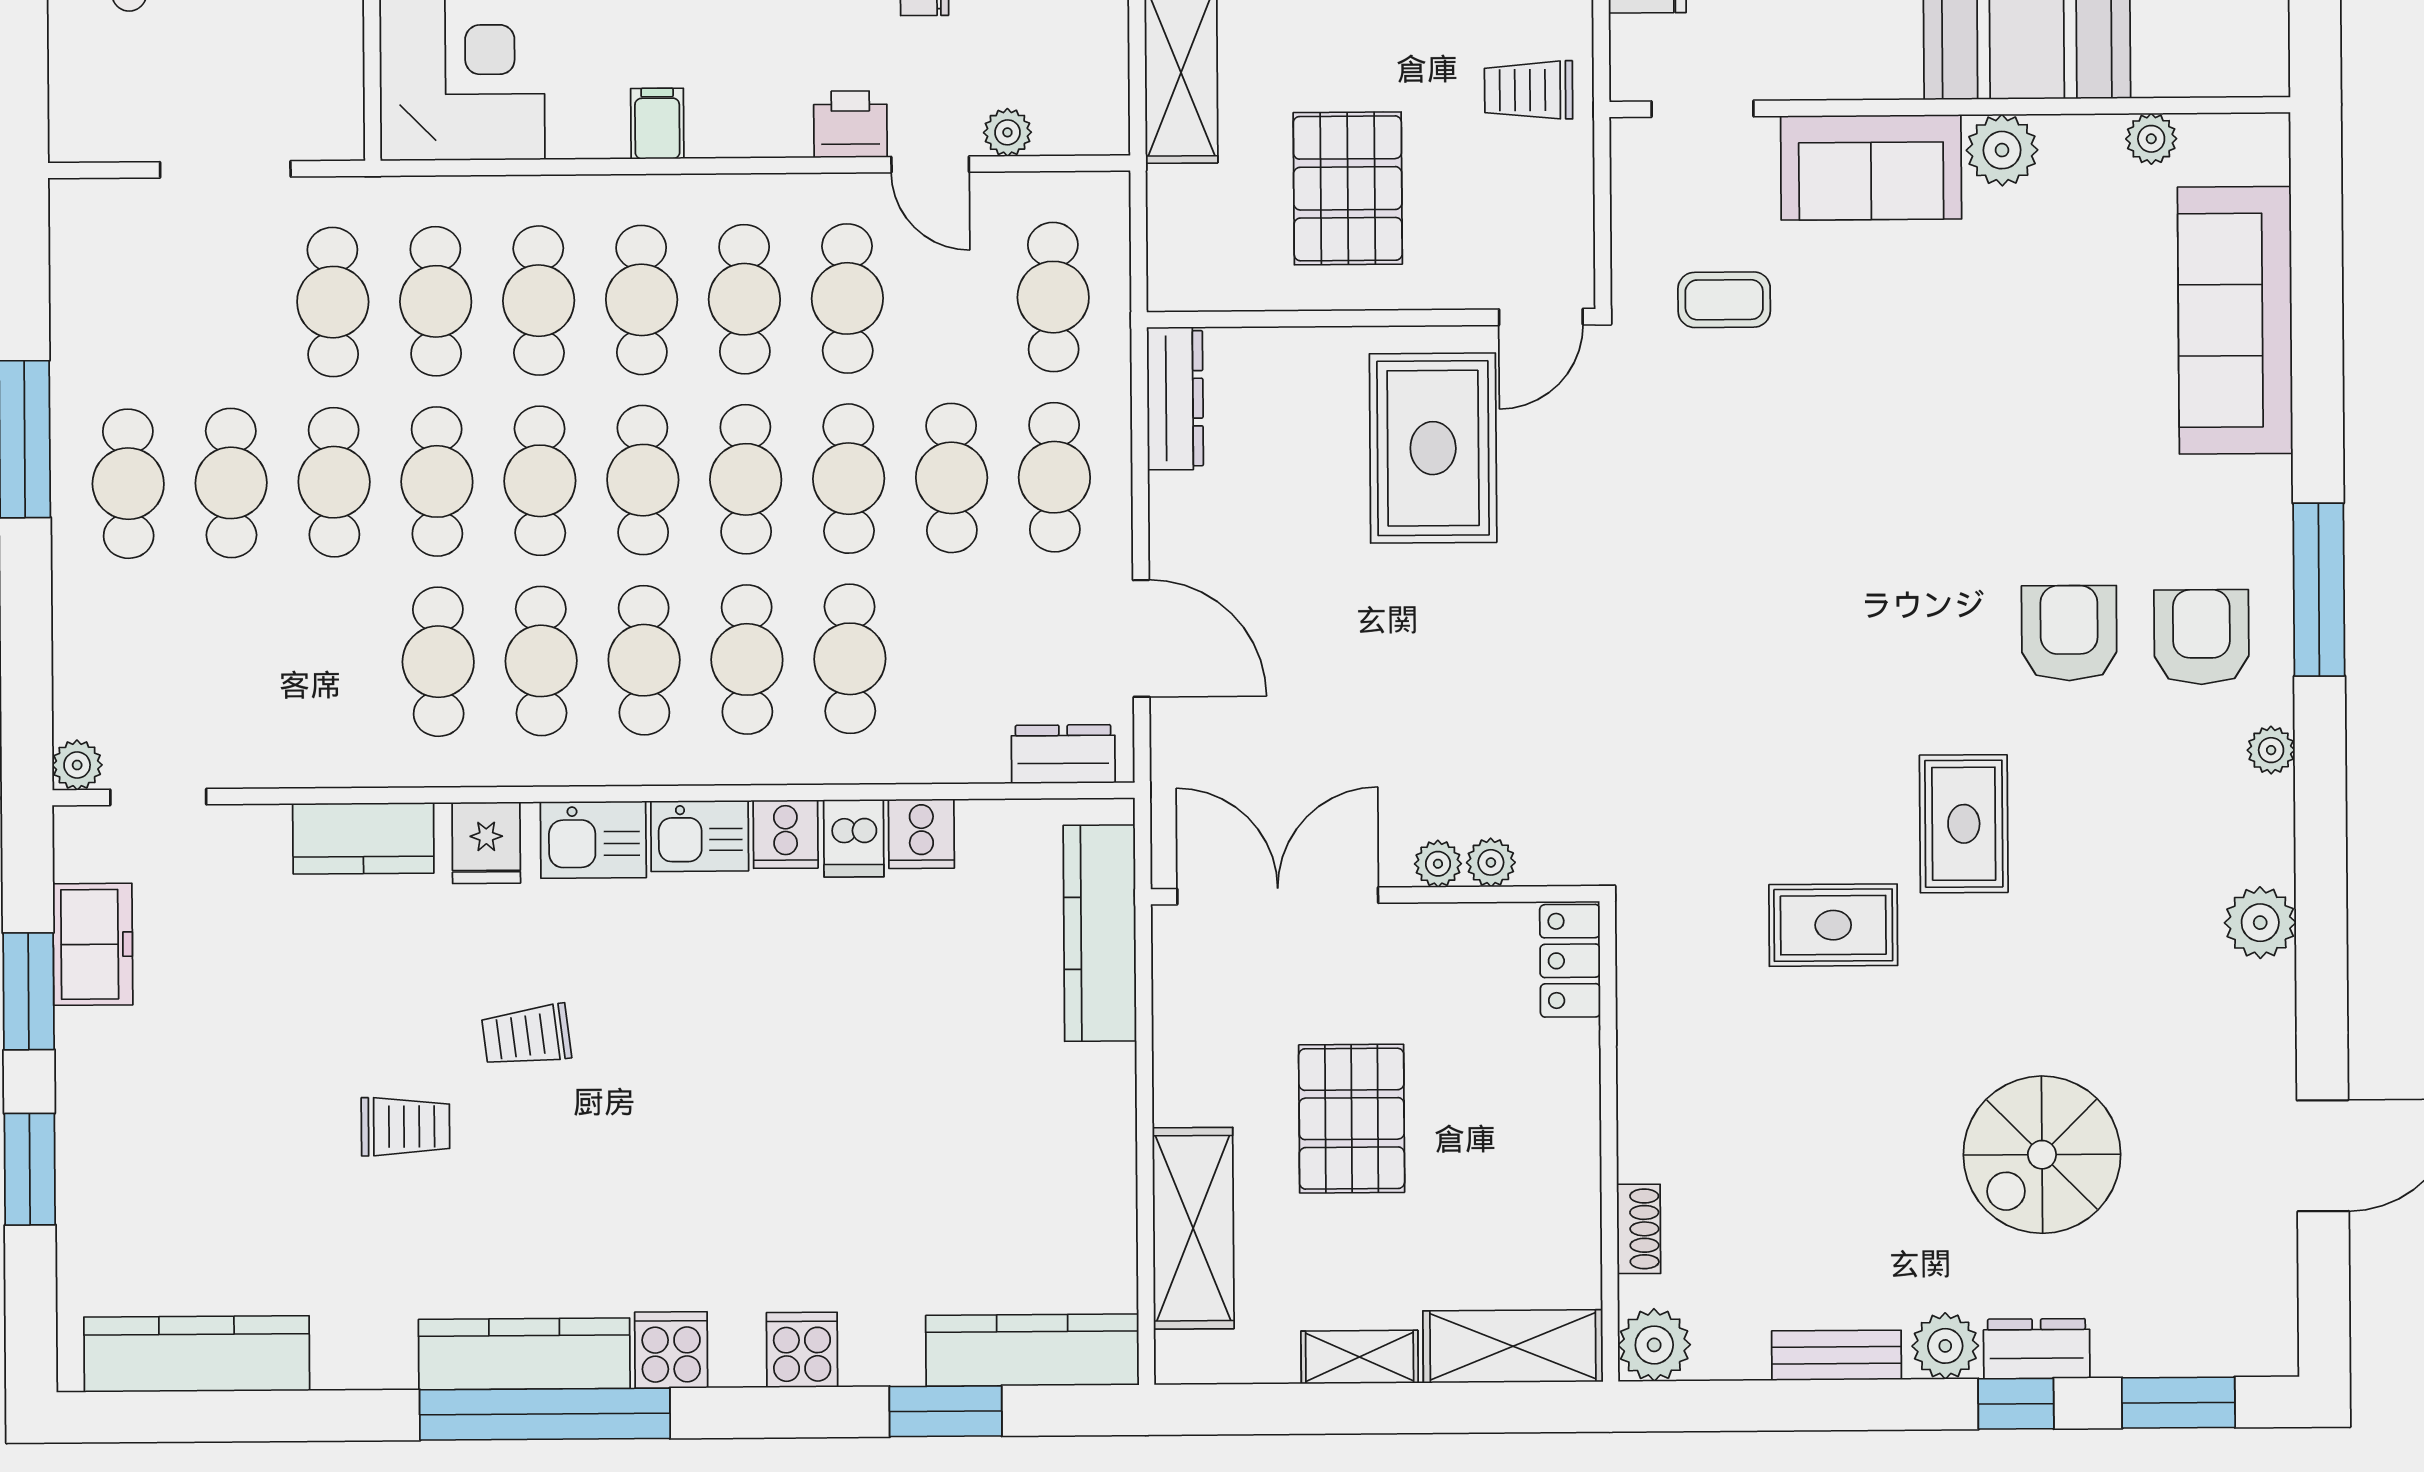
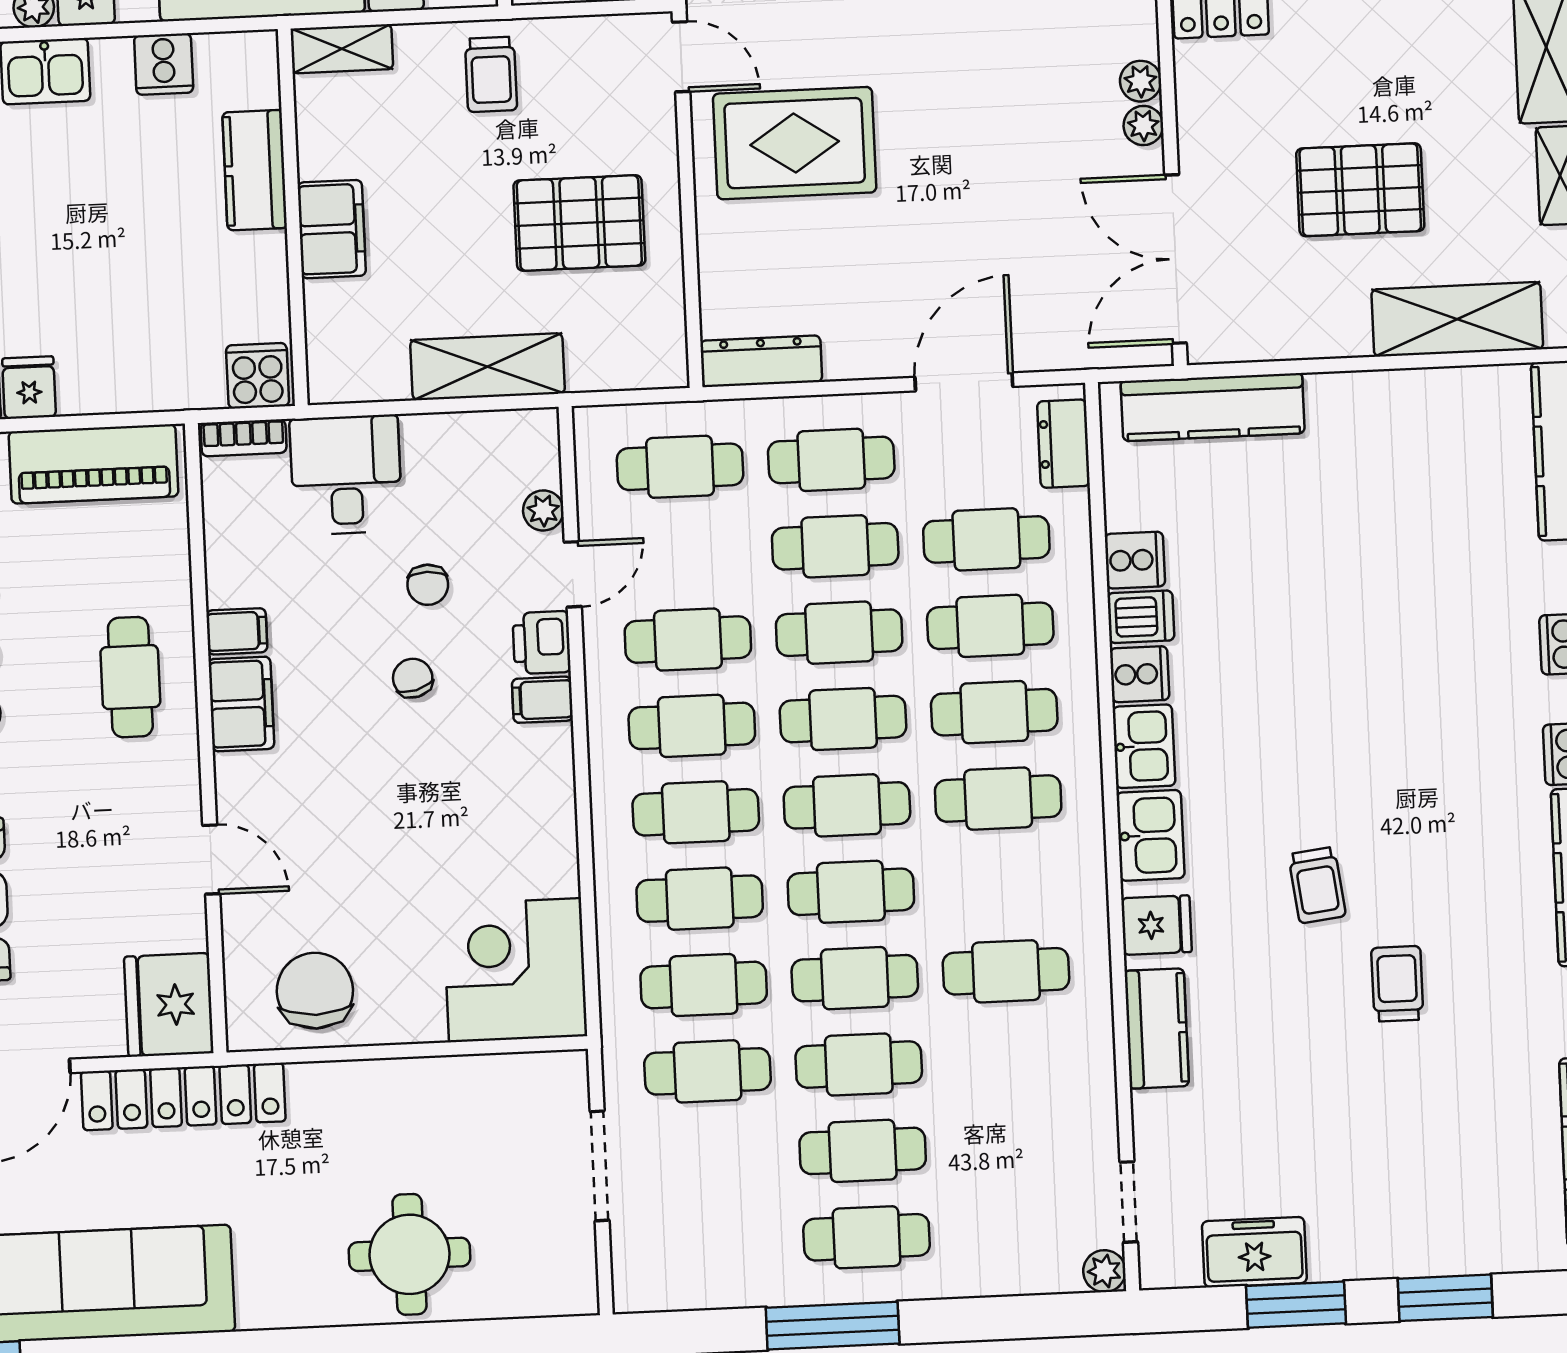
filing cabinet: (657, 124) -> (542, 700), moved
cafe table: (541, 661) -> (986, 539), moved

